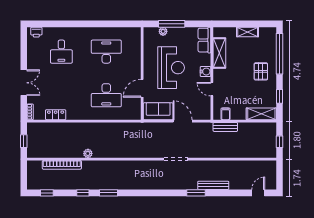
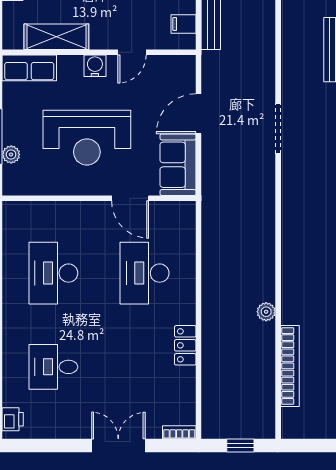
desk: (61, 52) -> (53, 367), turned 180
reception desk: (171, 68) -> (87, 138), turned 180
desk: (106, 95) -> (145, 273), turned 180
locker: (56, 115) -> (185, 345), moved

